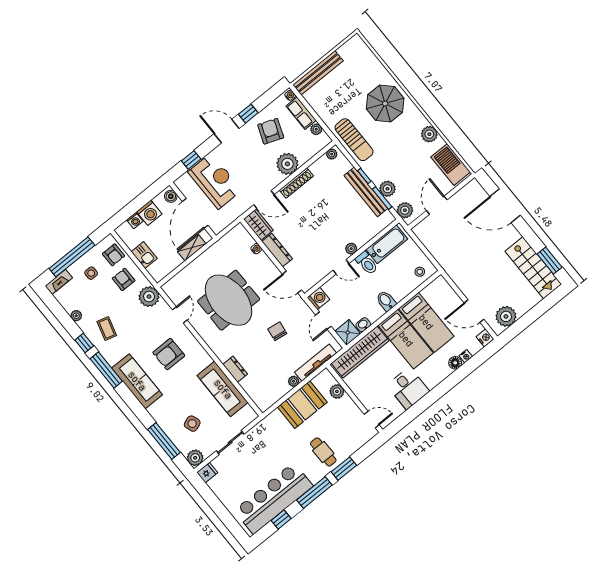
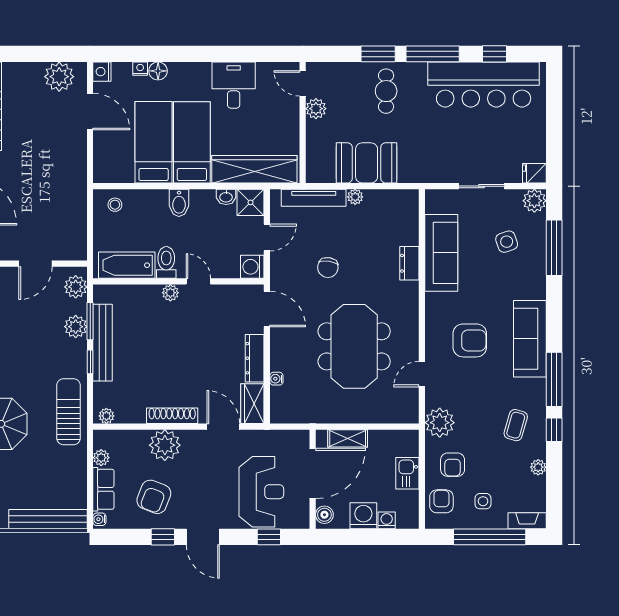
reception desk: (215, 181) -> (261, 492), turned 180
plant: (337, 391) -> (316, 109), moved

